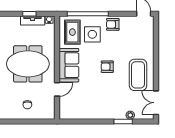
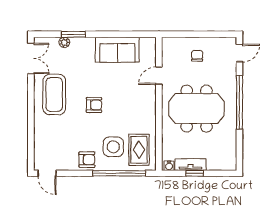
sofa: (69, 65) -> (117, 50), moved, turned -90

